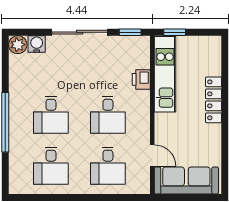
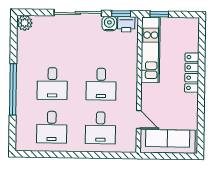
water cooler: (37, 44) -> (109, 24), moved
printer: (141, 79) -> (126, 24), moved, turned -90

